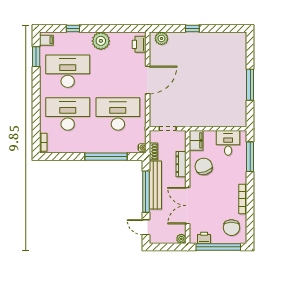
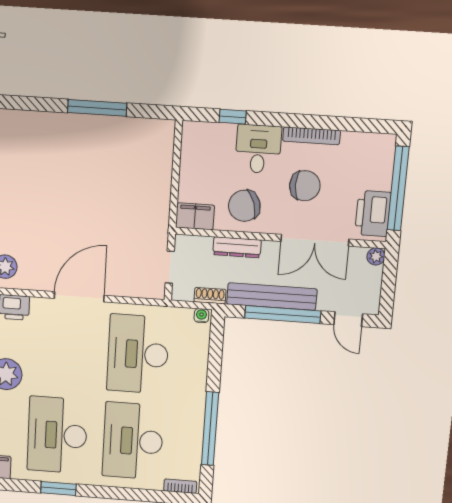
window: (36, 57) -> (58, 488), moved
door: (148, 80) -> (79, 297), hinge flipped
desk: (228, 143) -> (258, 149), moved, turned 90
window: (106, 157) -> (210, 429), moved
window: (250, 157) -> (233, 117), width x0.46
door: (146, 227) -> (348, 319), hinge flipped
chair: (231, 228) -> (305, 186), moved
printer: (204, 238) -> (373, 214), width x1.87, depth x1.48

